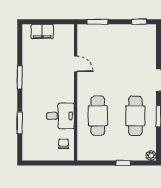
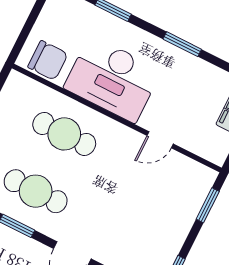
desk: (60, 116) -> (113, 79), width x1.87, depth x1.30
chair: (64, 144) -> (48, 60), width x1.87, depth x1.87

